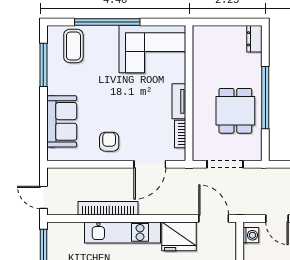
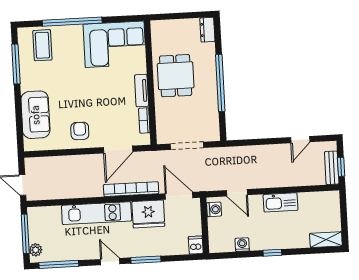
dining table: (235, 111) -> (176, 76), moved
bookcase: (108, 208) -> (131, 189), moved

